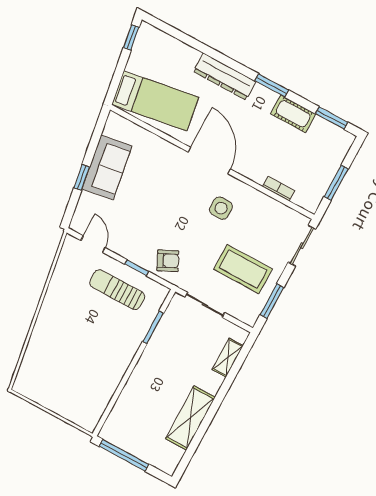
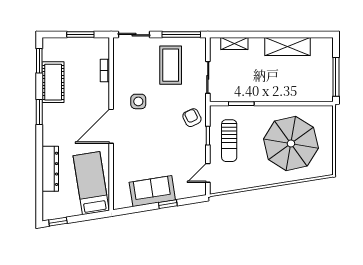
dresser: (225, 77) -> (50, 169), moved
cot: (293, 114) -> (53, 82), width x1.37, depth x1.34
window: (272, 301) -> (181, 35), width x1.44
parasol: (75, 360) -> (291, 143), added

